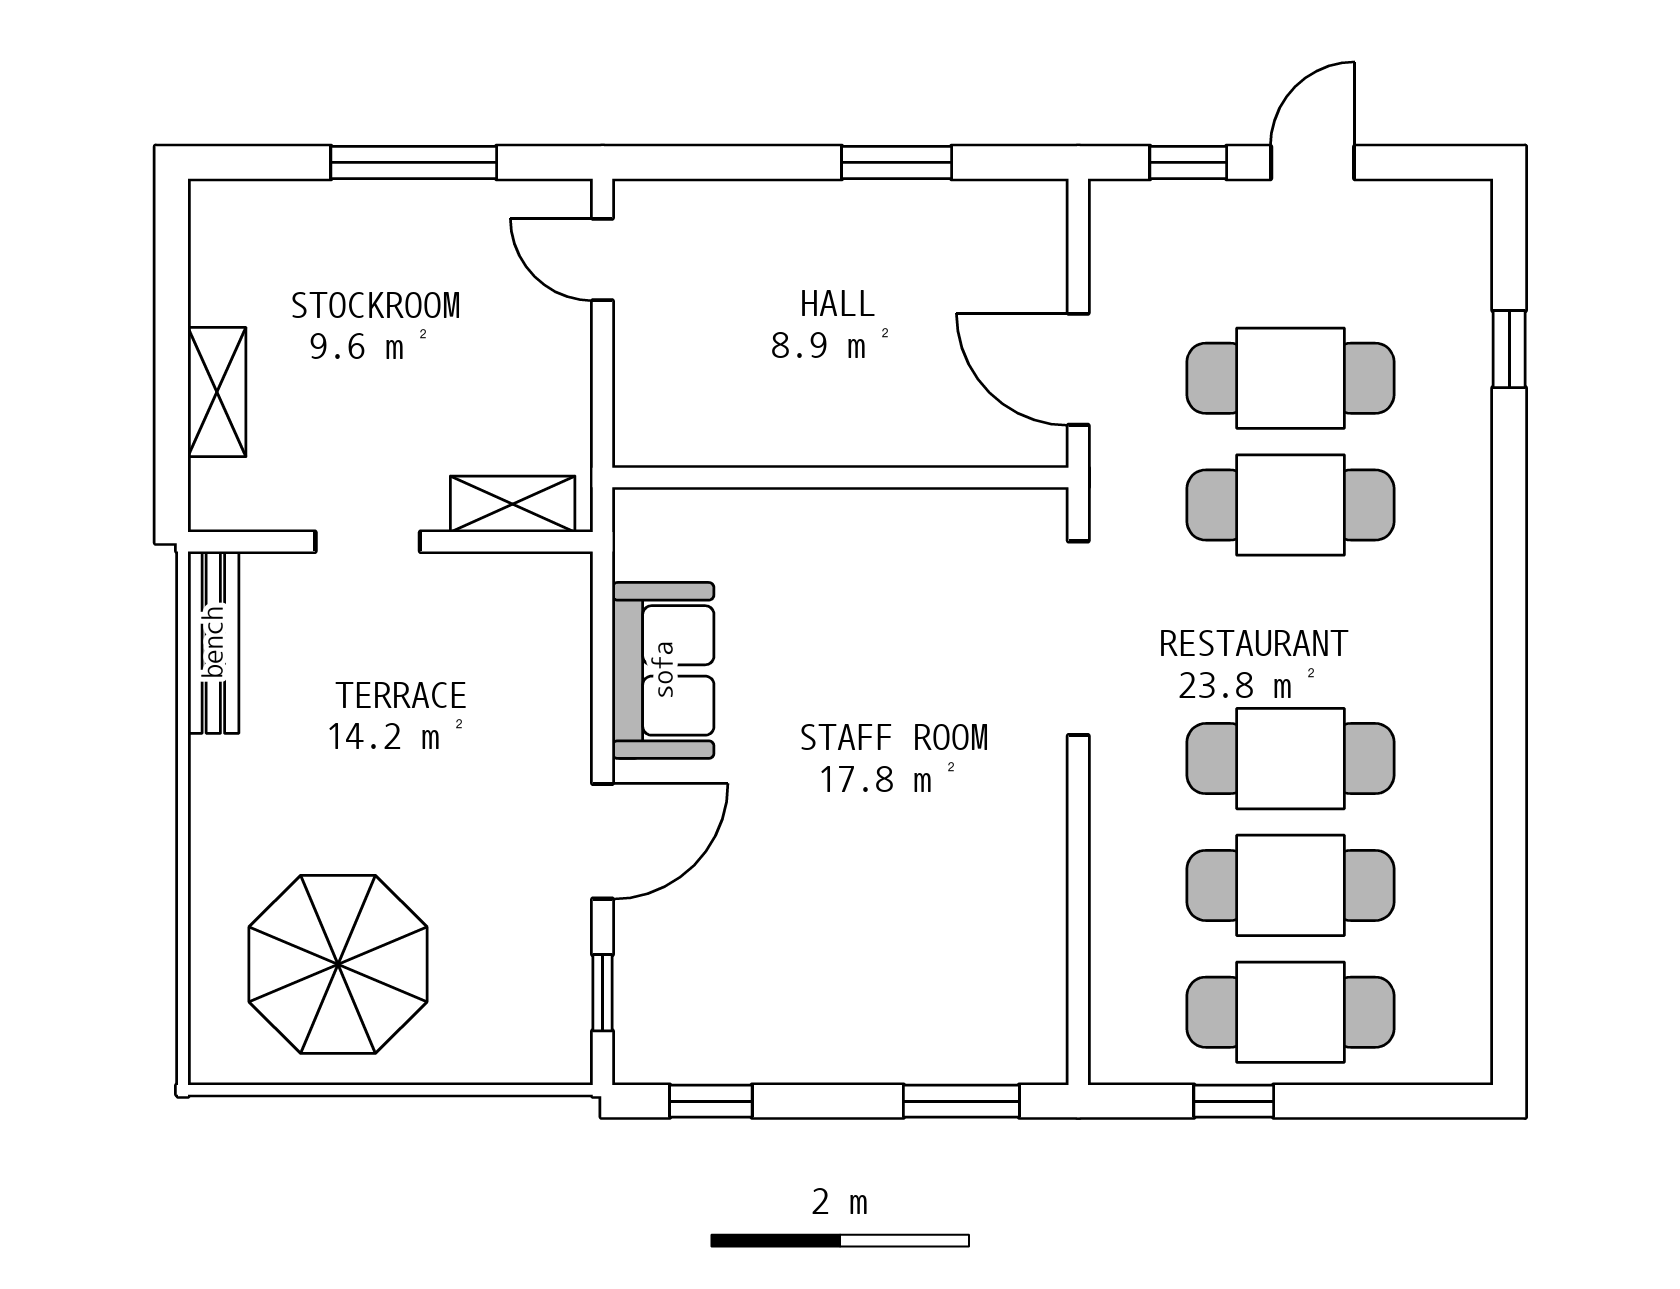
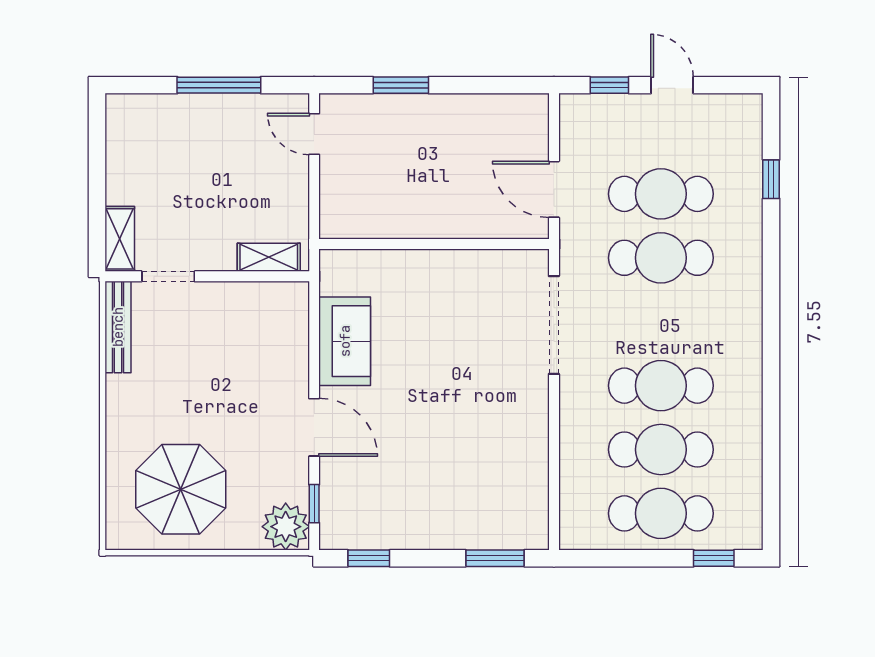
window: (897, 162) -> (401, 85), moved
door: (1313, 162) -> (672, 85), hinge flipped
shelving: (217, 392) -> (120, 239), moved
doorway: (368, 542) -> (168, 276), moved
door: (603, 841) -> (314, 427), hinge flipped
plant: (546, 1038) -> (286, 527), added
window: (1234, 1101) -> (714, 558), moved

